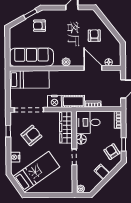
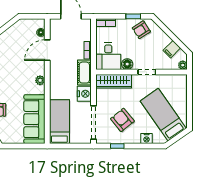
armchair: (94, 36) -> (11, 48), removed
filing cabinet: (102, 172) -> (172, 49), moved

